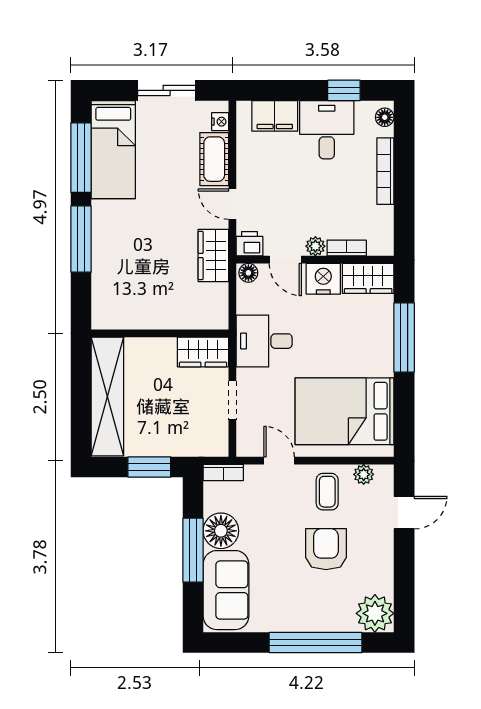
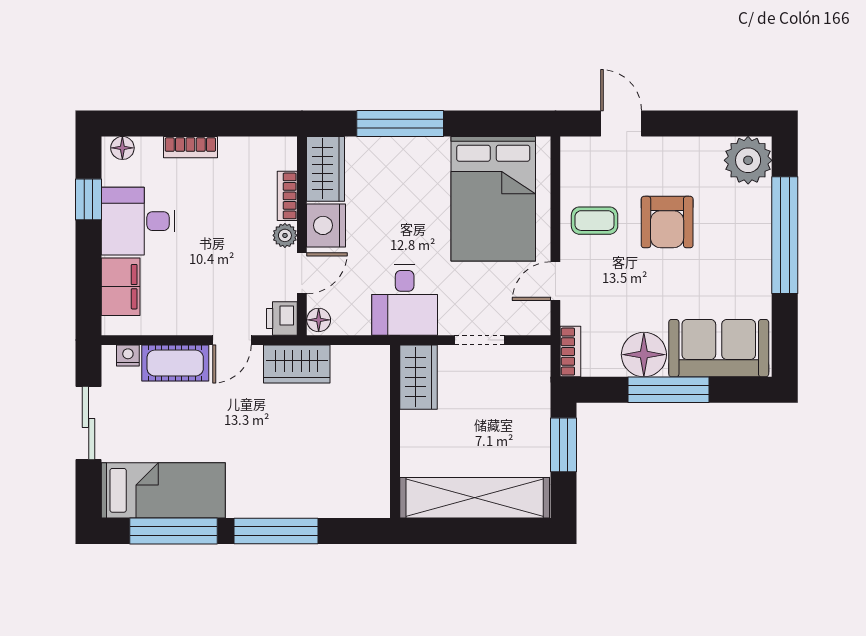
bookcase: (385, 171) -> (190, 147), width x0.64
plant: (364, 474) -> (573, 175), removed
armchair: (326, 549) -> (667, 222), turned -90

